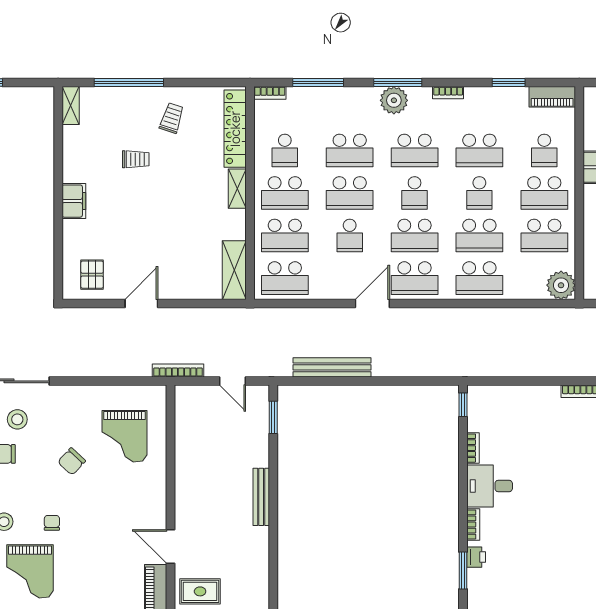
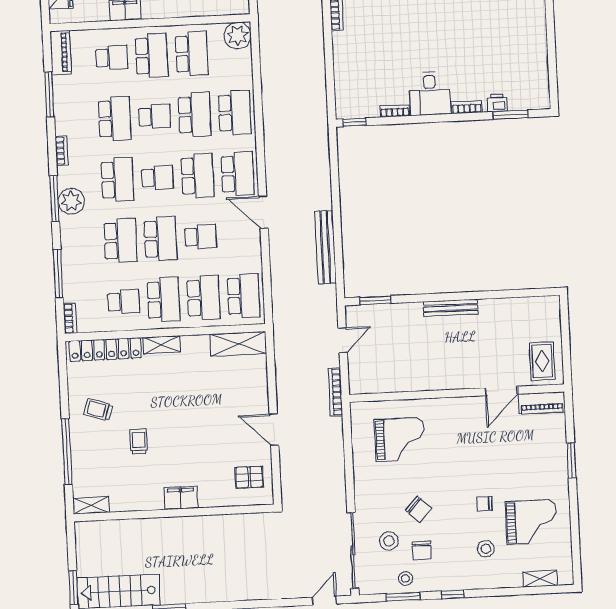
window: (509, 83) -> (49, 94), width x1.44
chair: (72, 461) -> (419, 509), moved

